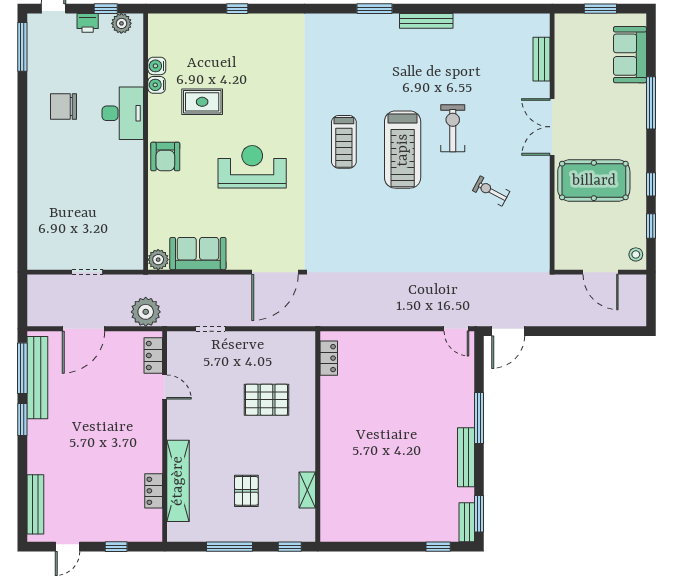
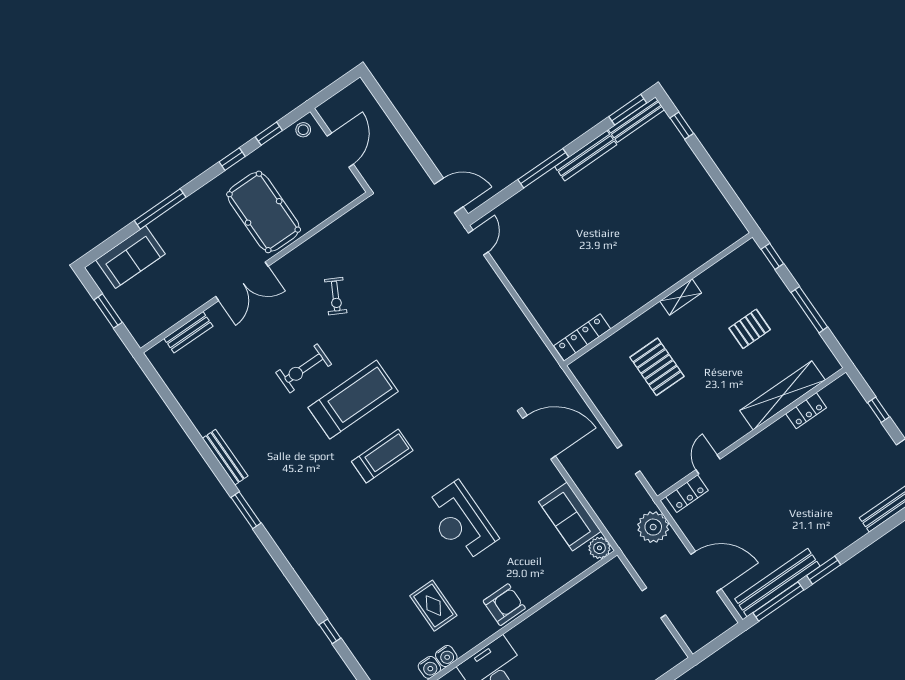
locker: (329, 358) -> (582, 337), width x1.53
shelving: (307, 490) -> (681, 297), moved
bench: (467, 522) -> (636, 120), width x1.36

